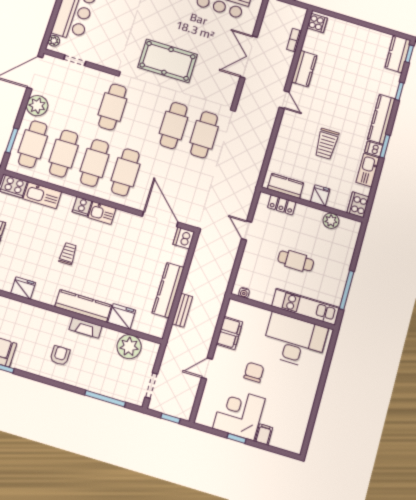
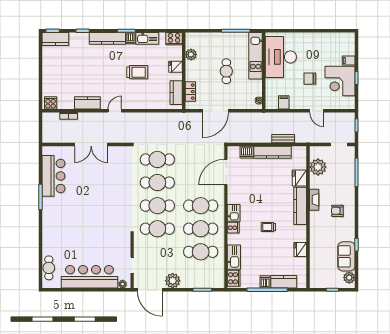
pool table: (168, 61) -> (112, 201), removed
cafe table: (33, 144) -> (157, 206), moved
door: (247, 230) -> (216, 111), width x1.88
dishwasher: (184, 238) -> (247, 152), moved
filing cabinet: (229, 333) -> (284, 102), width x0.50

